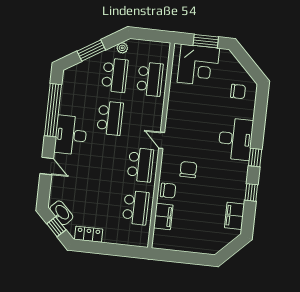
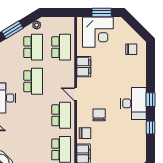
desk: (236, 139) -> (134, 103), moved
filing cabinet: (234, 216) -> (84, 67), moved, turned 180

